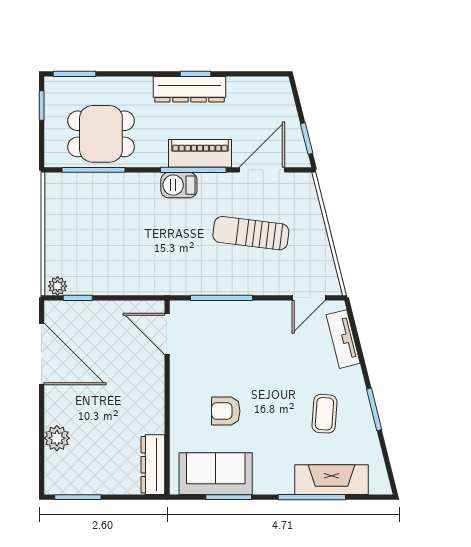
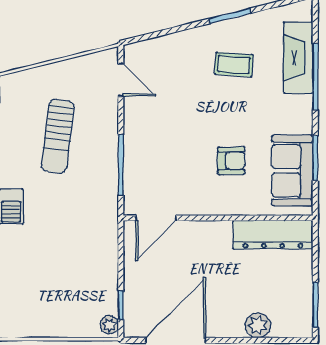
tv unit: (343, 339) -> (161, 46), removed
armchair: (226, 411) -> (231, 161), turned -90
dresser: (153, 465) -> (273, 235), width x1.37, depth x1.24

